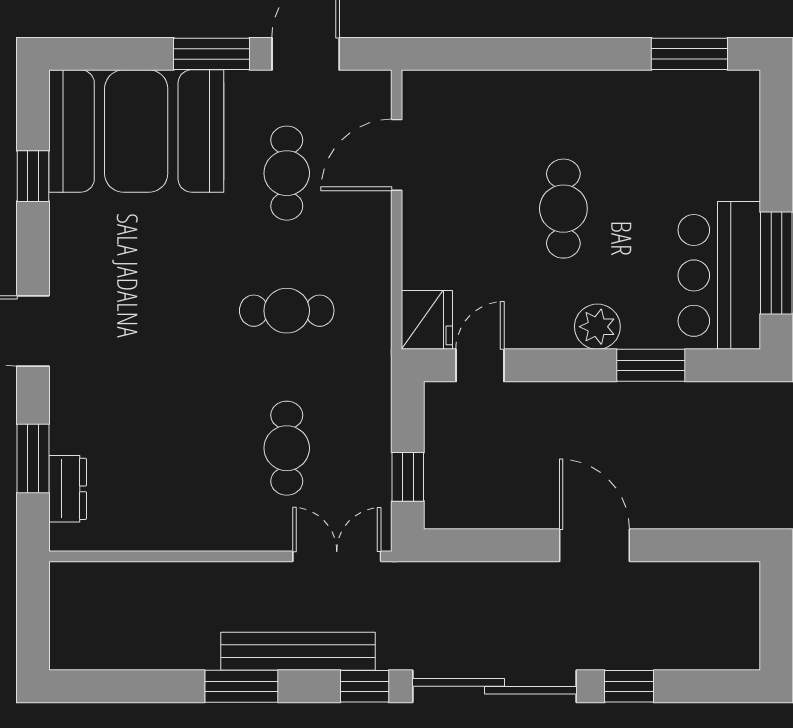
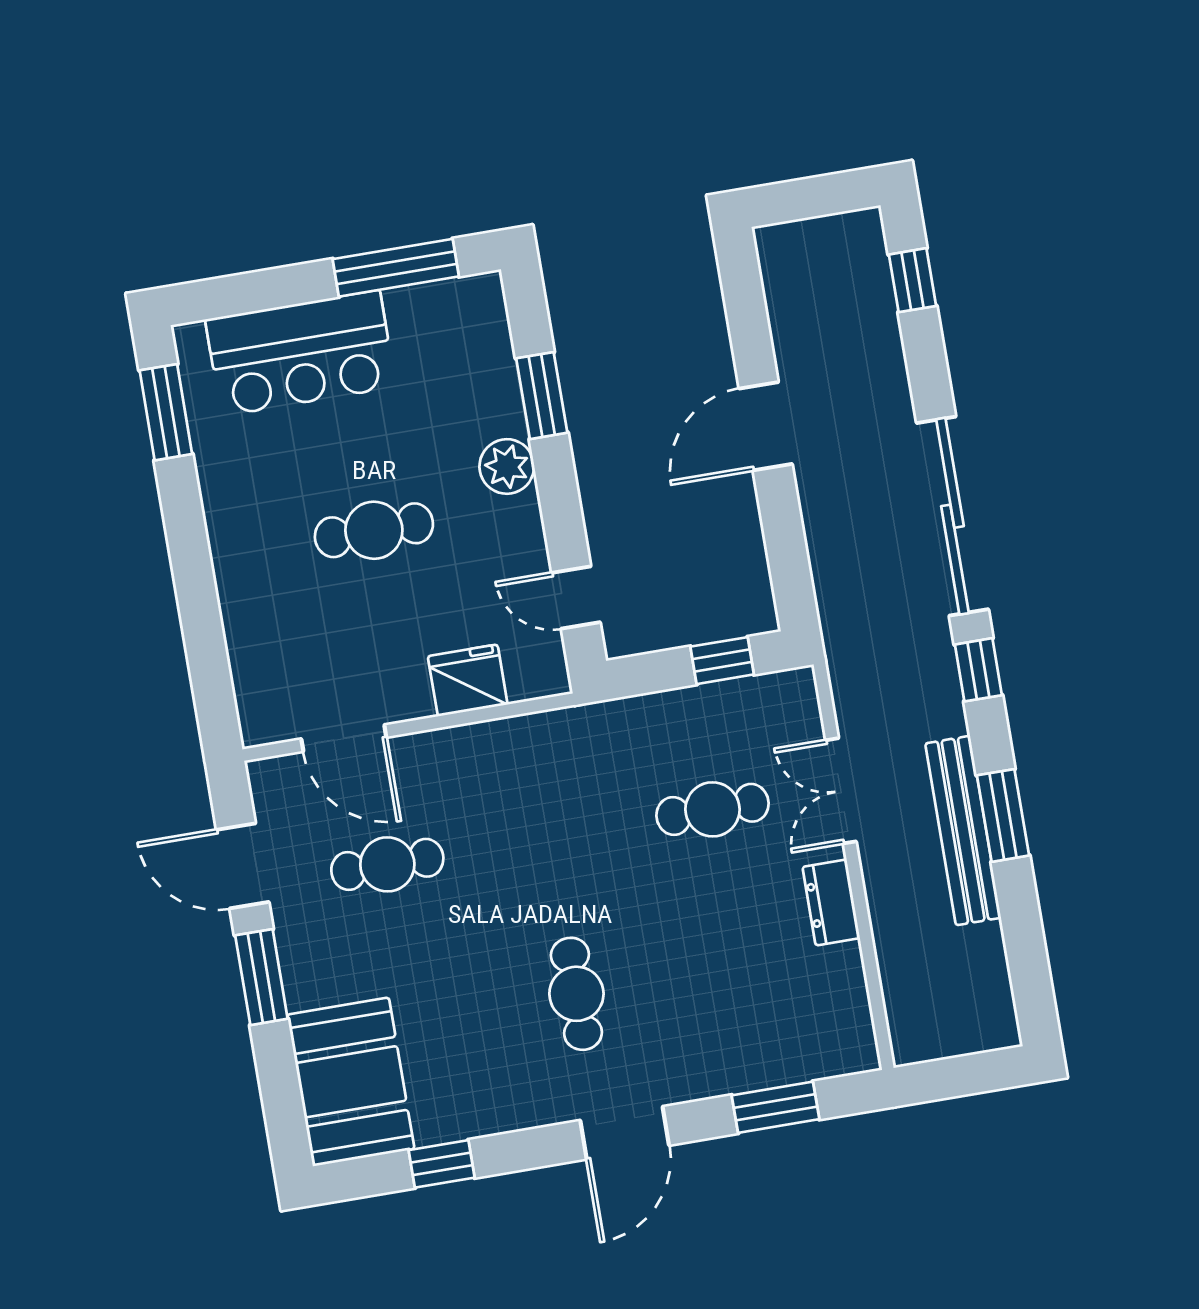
booth: (136, 131) -> (351, 1082), width x0.73, depth x0.70
bar counter: (719, 275) -> (301, 353), moved
cafe table: (287, 311) -> (576, 994), moved
fridge: (427, 320) -> (468, 680), moved
dresser: (68, 489) -> (831, 903), moved, turned -90
double door: (337, 556) -> (841, 791), moved
bench: (298, 651) -> (963, 831), moved
window: (629, 686) -> (913, 280), moved

